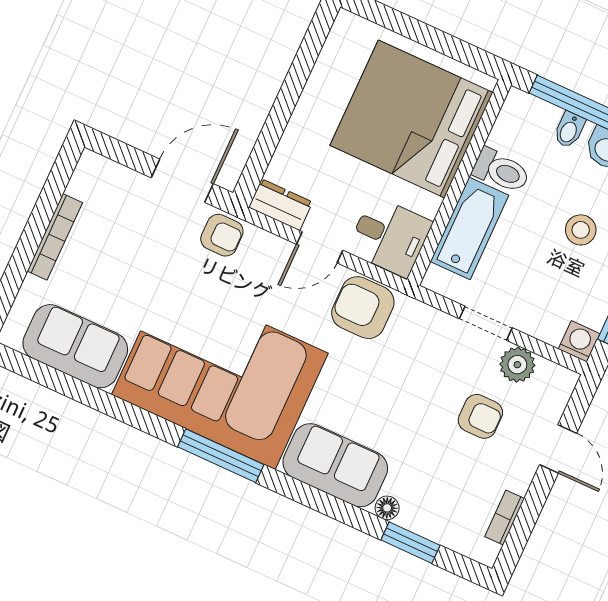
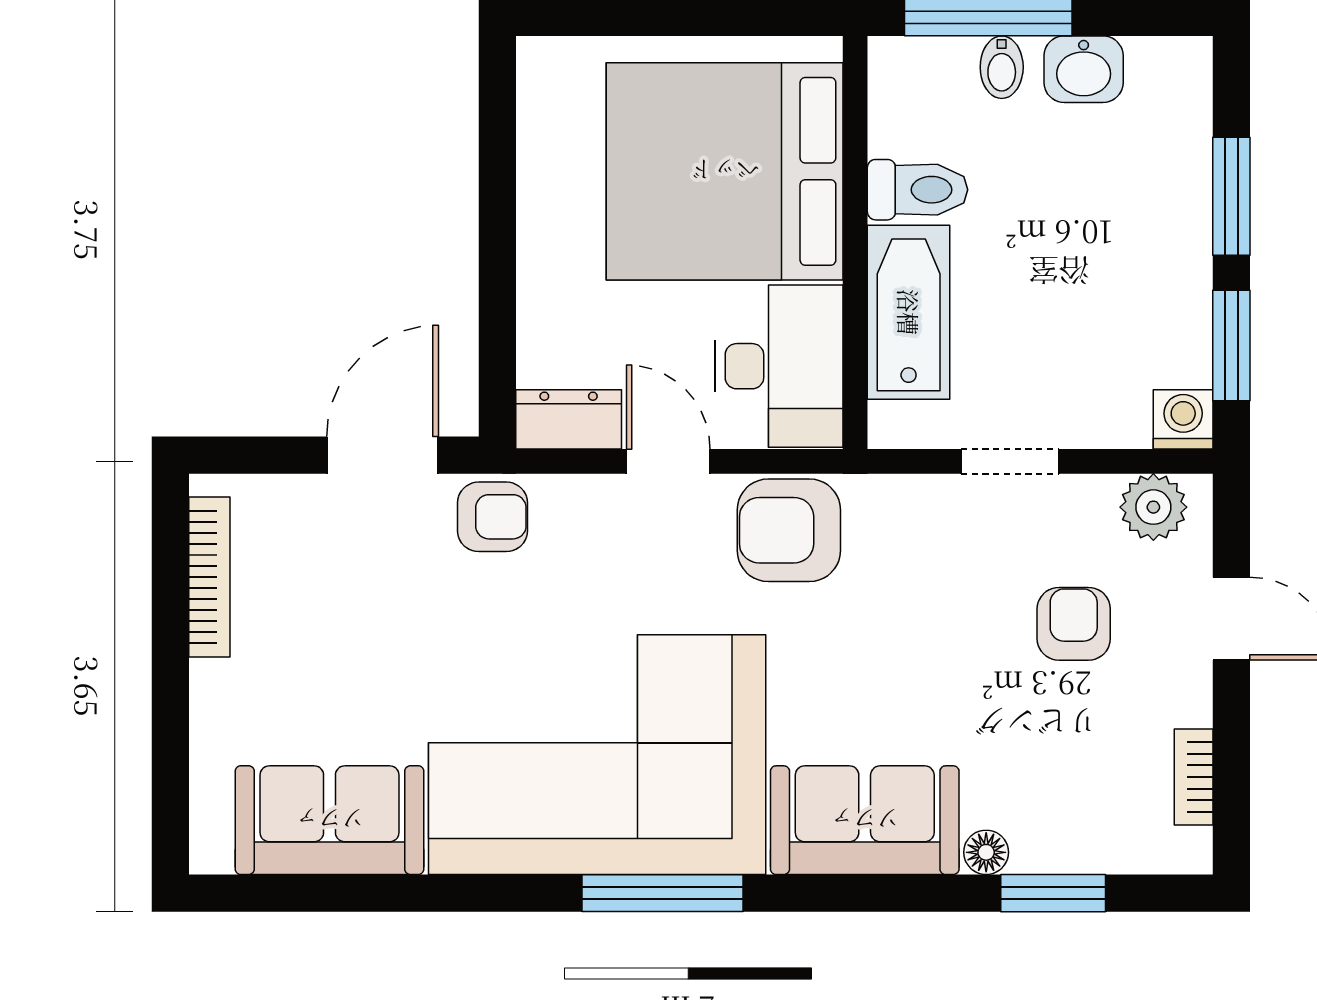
stool: (581, 230) -> (1099, 228), removed
desk: (390, 236) -> (779, 366), width x1.37
bookcase: (55, 237) -> (209, 577), moved
door: (320, 247) -> (668, 461), swing flipped
plant: (517, 365) -> (1153, 507), moved
armchair: (480, 416) -> (1074, 624), turned -90

